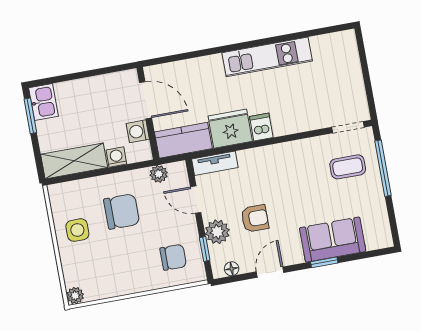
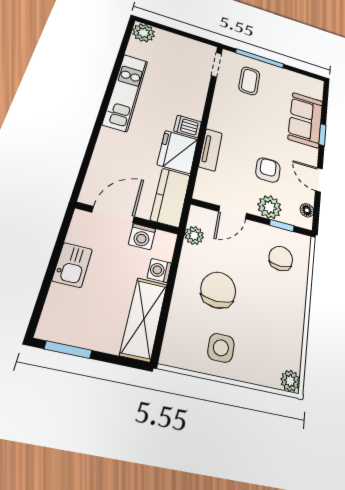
plant: (345, 43) -> (144, 33), added
kitchen sink: (43, 102) -> (72, 265), moved, turned 90
tv unit: (215, 163) -> (211, 150), moved

